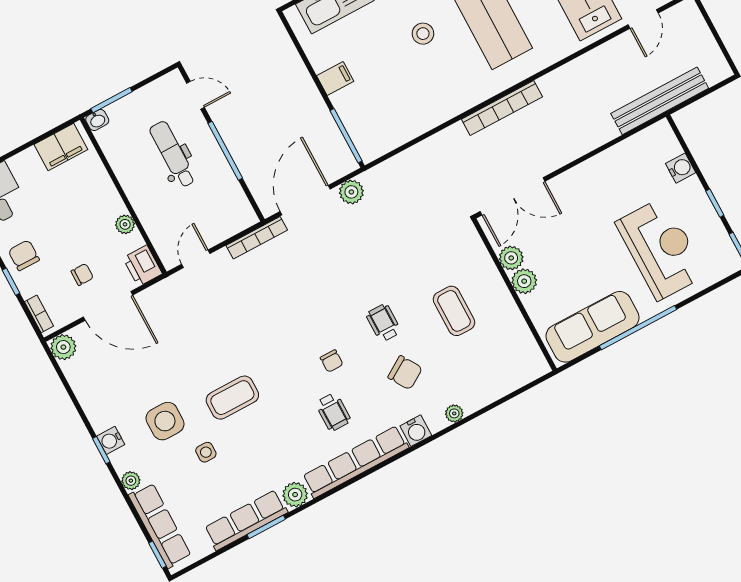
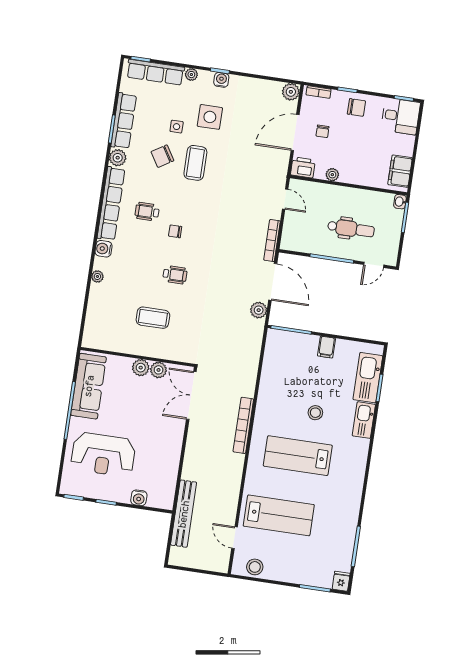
chair: (405, 373) -> (162, 156), moved

